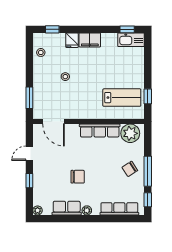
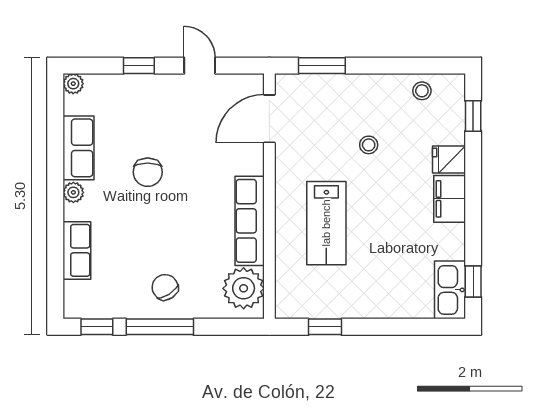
lab bench: (122, 98) -> (326, 223), moved
row of seats: (119, 209) -> (77, 250), width x0.68

